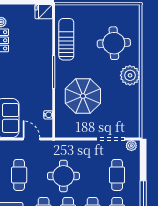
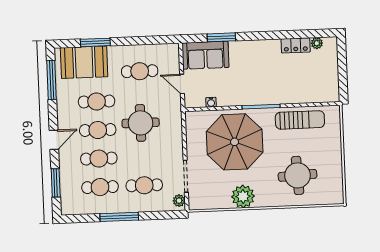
fridge: (44, 12) -> (331, 92), removed
plant: (130, 75) -> (243, 196), moved
parasol: (83, 96) -> (235, 142), width x1.36, depth x1.36
door: (31, 139) -> (182, 84), swing flipped

